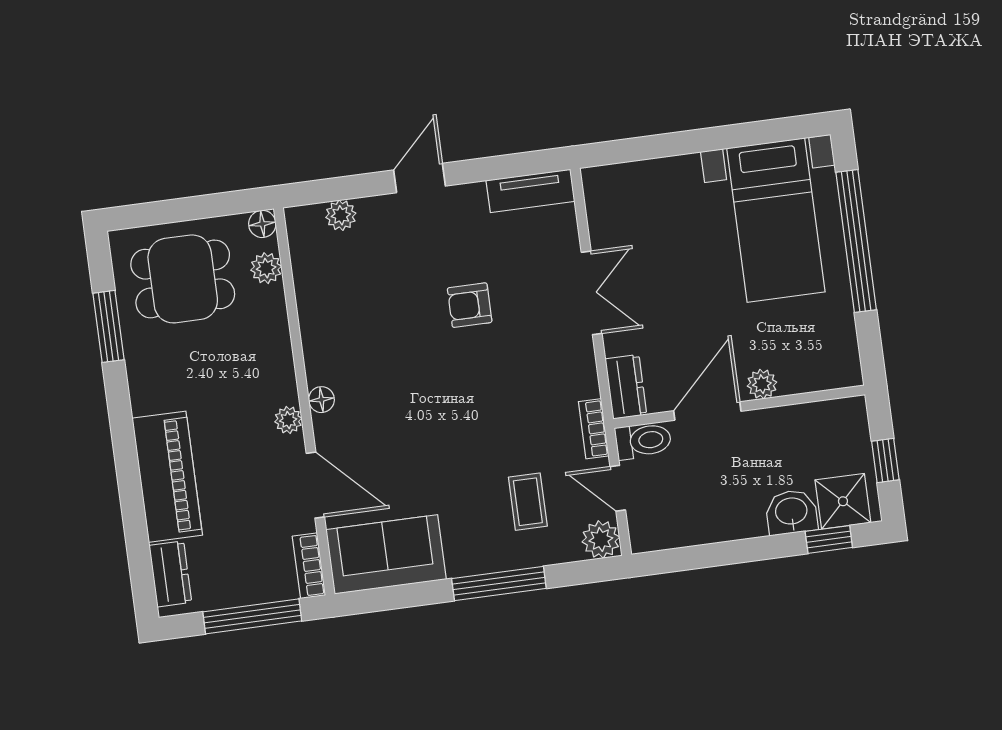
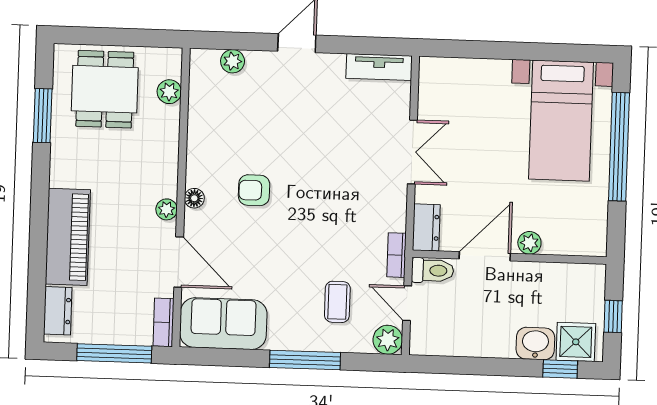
floor lamp: (262, 224) -> (172, 58), removed
dining table: (183, 279) -> (105, 89), turned 90
armchair: (470, 305) -> (254, 190), moved

